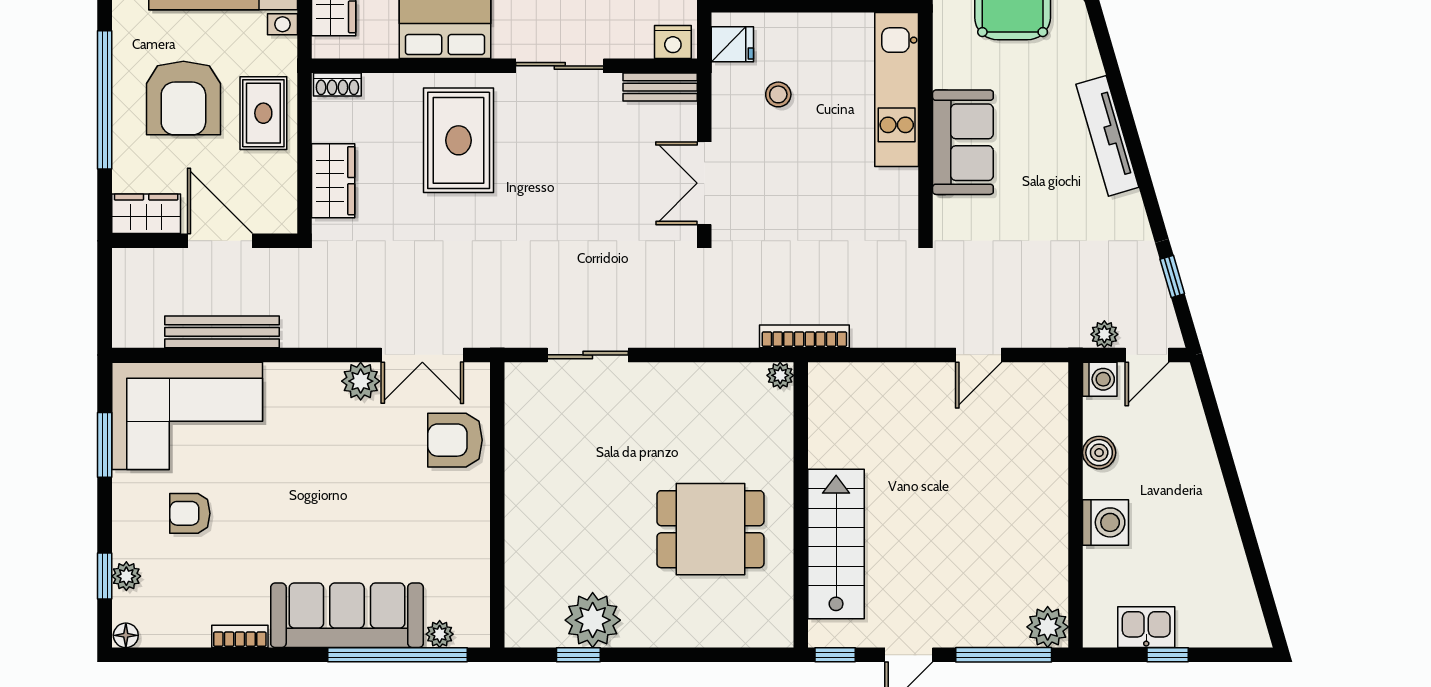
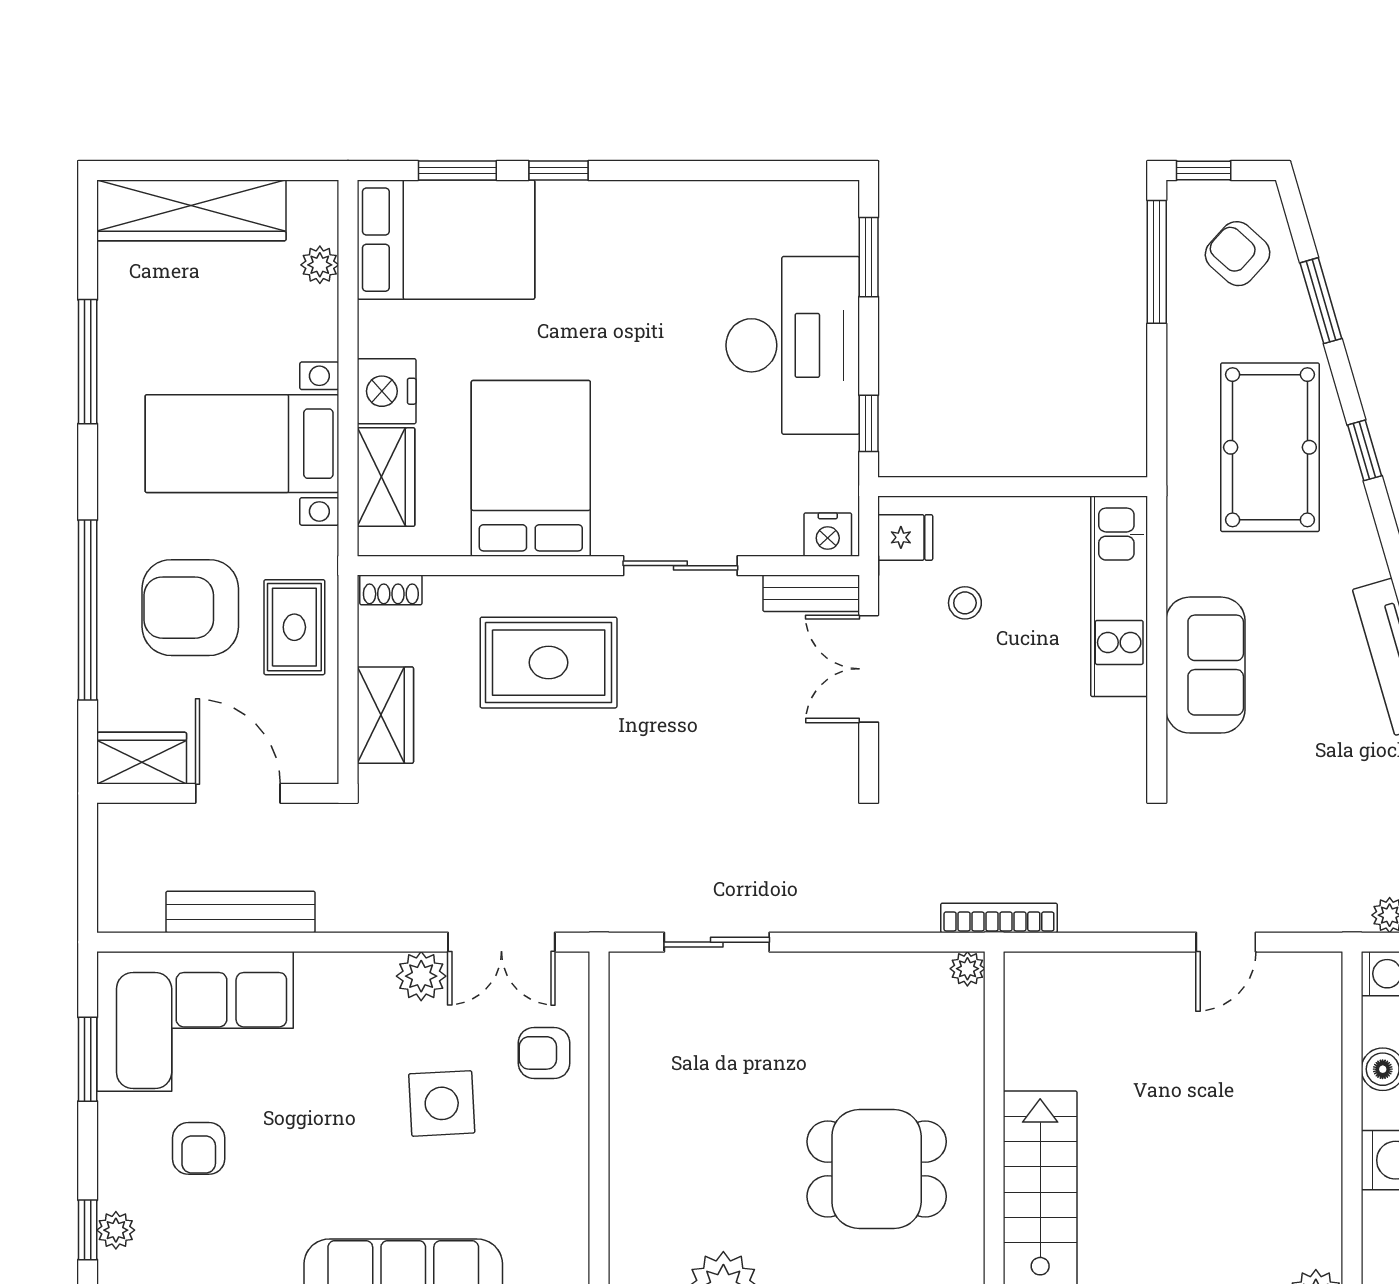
armchair: (183, 98) -> (190, 608), turned 90
rug: (459, 140) -> (549, 663), turned 90
double door: (704, 183) -> (869, 669), moved
armchair: (455, 440) -> (544, 1053), width x0.72, depth x0.72
side table: (376, 479) -> (442, 1103), added
armchair: (190, 513) -> (199, 1148), turned -90

